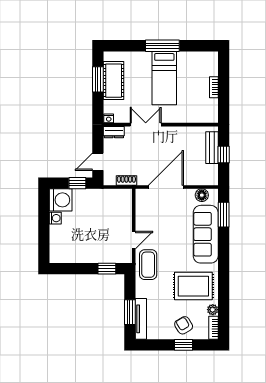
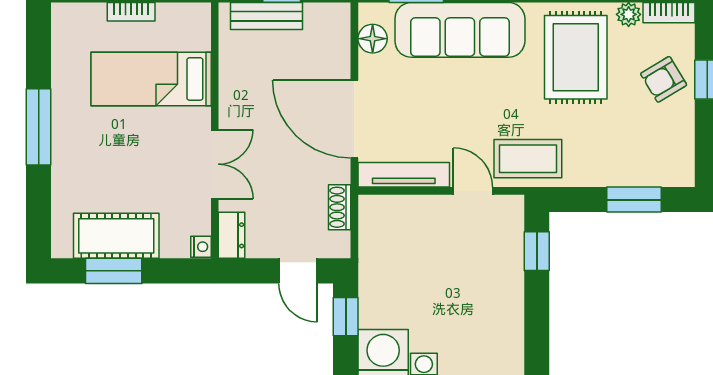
bed: (164, 78) -> (151, 79), moved, turned 180
double door: (146, 125) -> (215, 164), swing flipped
tv unit: (141, 319) -> (404, 175), moved

